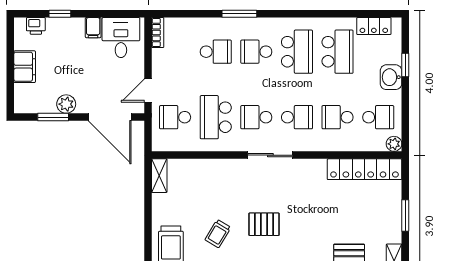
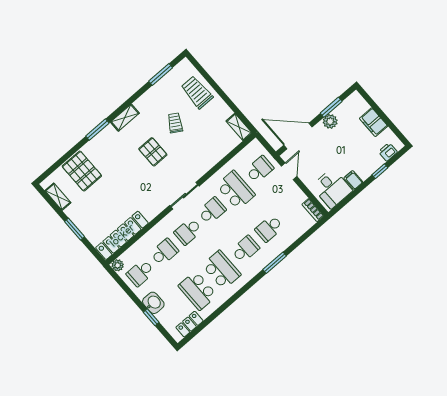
school desk: (297, 52) -> (221, 270), turned 180
pallet: (264, 224) -> (153, 152), turned 90

